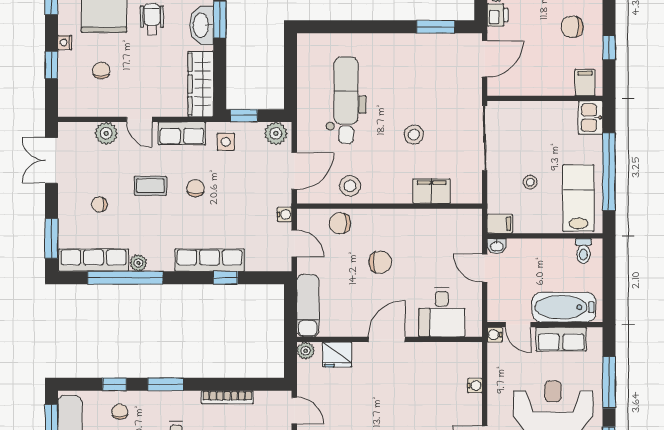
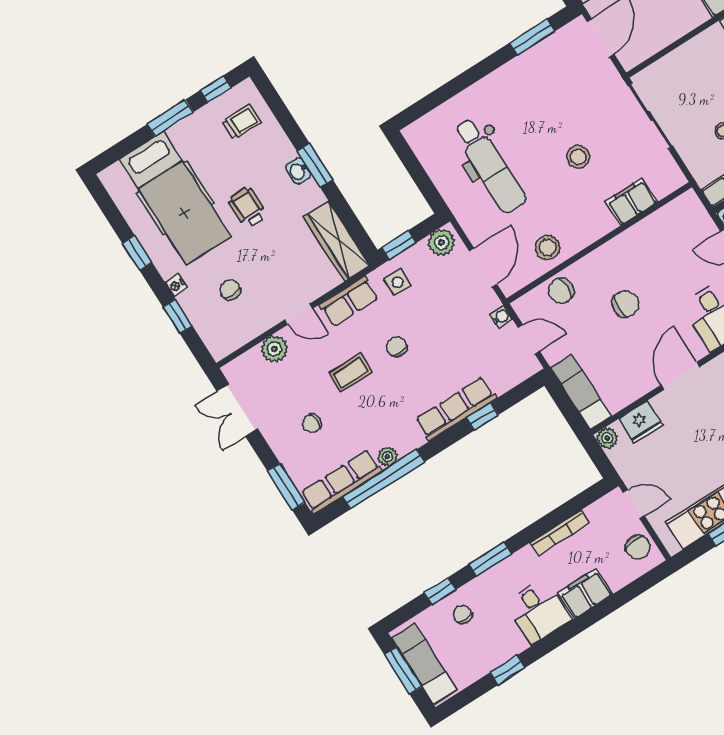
washbasin: (202, 25) -> (298, 171), width x0.52, depth x0.69
dental chair: (346, 100) -> (490, 166), turned 180

